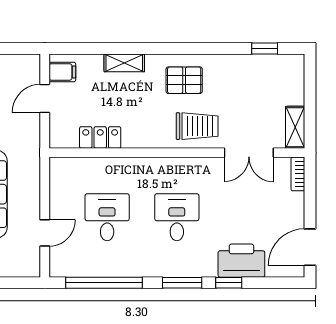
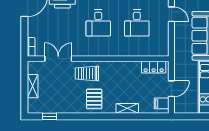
pallet: (184, 80) -> (94, 99), turned 90
shelving: (295, 127) -> (33, 86), moved
locker: (100, 137) -> (154, 67), moved
door: (45, 233) -> (171, 14), swing flipped

